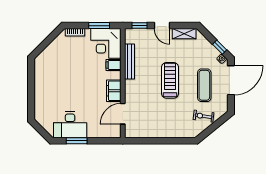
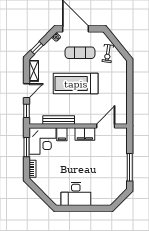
window: (220, 47) -> (37, 48), moved
treadmill: (170, 80) -> (76, 84), width x1.37, depth x1.38
door: (123, 114) -> (106, 126), swing flipped
desk: (70, 125) -> (76, 194), moved, turned 90
window: (77, 141) -> (130, 167), width x1.44

